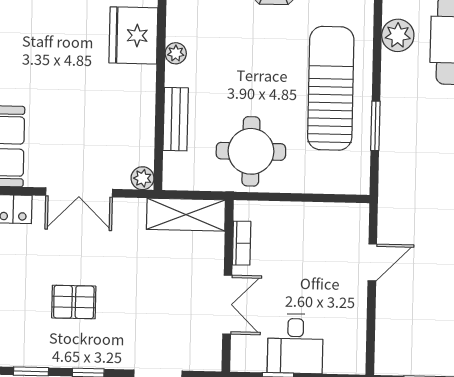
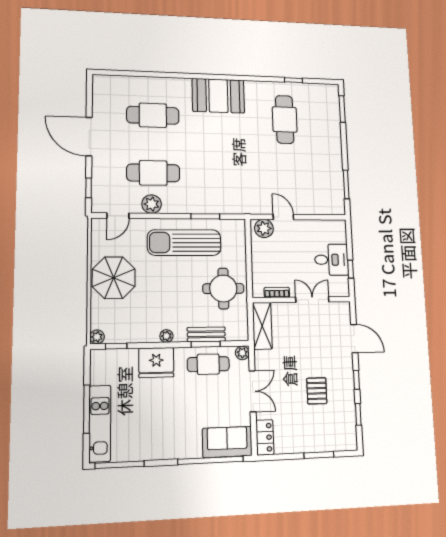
window: (159, 118) -> (206, 344), added
cafe table: (127, 120) -> (208, 364), added
plant: (353, 227) -> (264, 228), added

